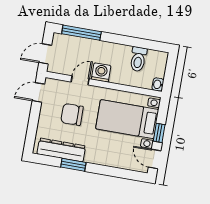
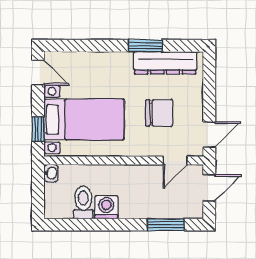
window: (81, 33) -> (166, 225), width x0.69
washing machine: (101, 72) -> (106, 207), moved, turned 180
door: (80, 80) -> (175, 160), moved
window: (159, 133) -> (38, 129), moved

